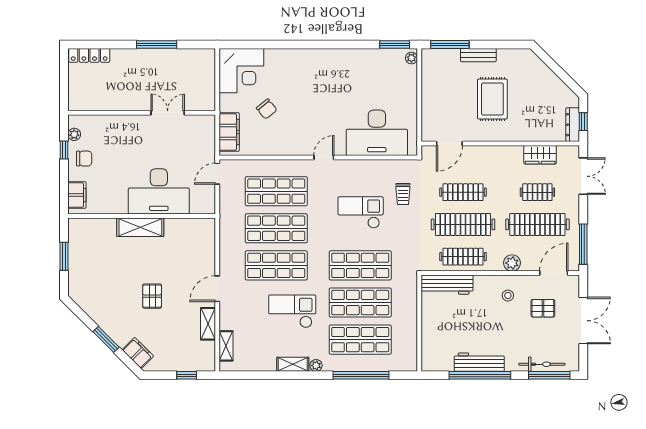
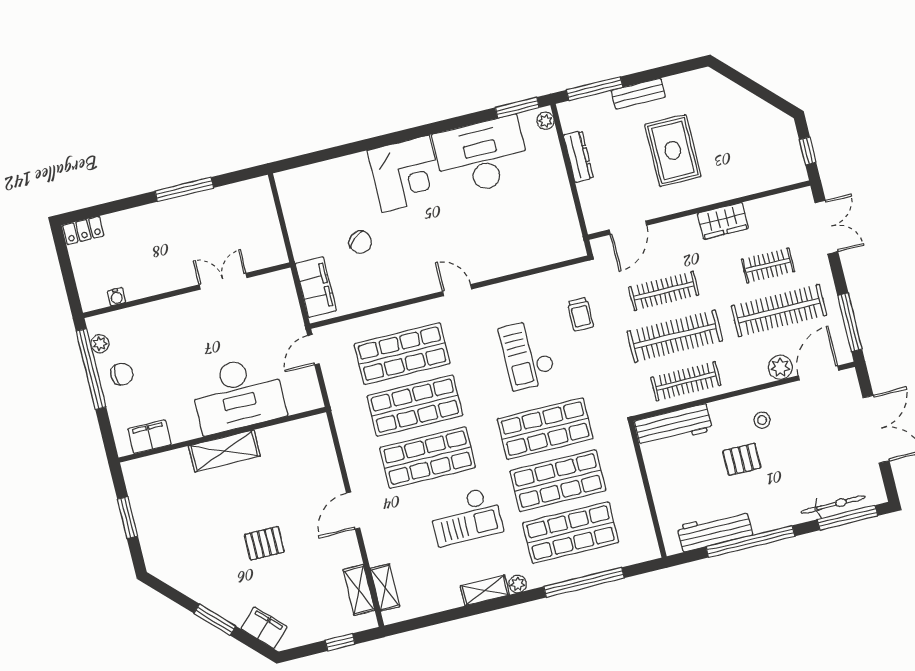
locker: (89, 55) -> (83, 230), width x0.66
corner desk: (241, 71) -> (406, 174), moved
water cooler: (93, 105) -> (116, 297), added
dresser: (573, 125) -> (578, 157), moved, turned 180
desk: (377, 133) -> (481, 156), moved, turned 180
window: (64, 150) -> (91, 369), width x3.17
wardrobe: (540, 155) -> (723, 221), moved
door: (324, 157) -> (457, 290), hinge flipped
filing cabinet: (77, 195) -> (149, 437), moved, turned -90
checkout: (361, 212) -> (527, 355), turned -90
plant: (512, 263) -> (780, 367), moved
pallet: (152, 296) -> (264, 543), turned 90
pallet: (543, 308) -> (742, 459), moved
checkout: (292, 311) -> (466, 516), turned 180
shelving: (208, 324) -> (359, 590), moved
workbench: (479, 362) -> (715, 531), moved

